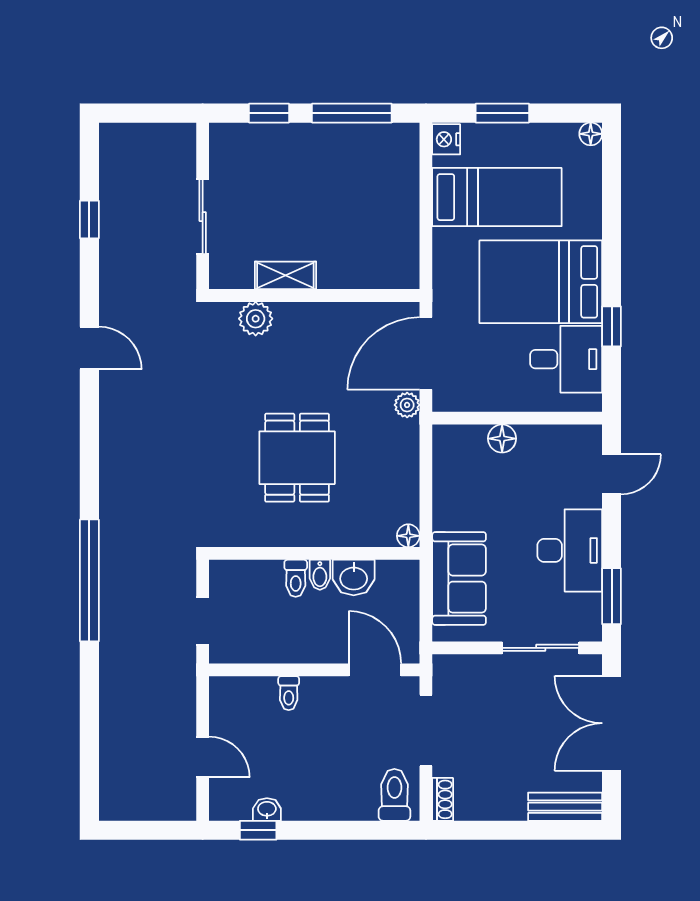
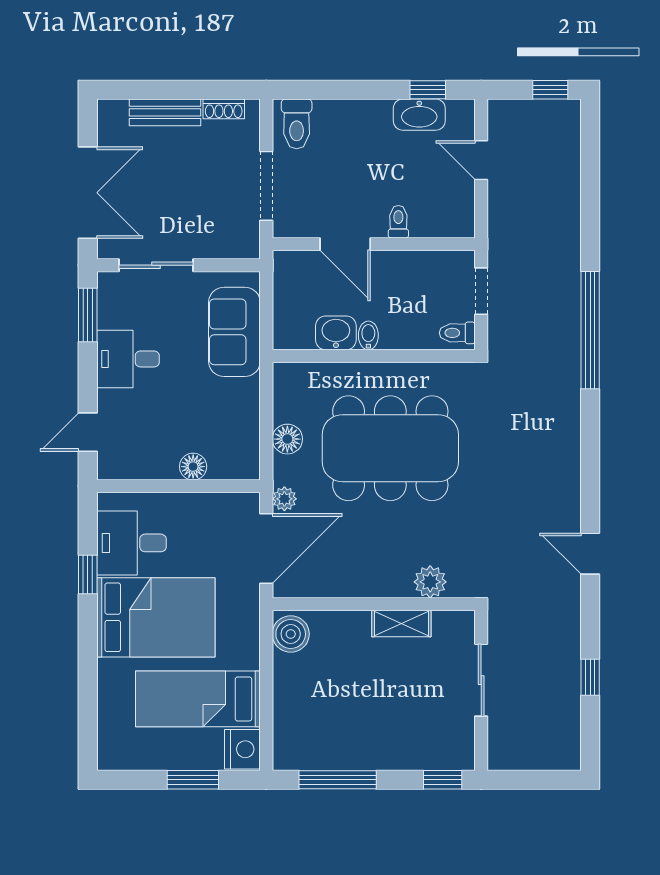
window: (269, 113) -> (443, 780), moved
floor lamp: (591, 134) -> (108, 760), removed
nightstand: (446, 139) -> (242, 749), width x1.36, depth x1.33
boiler: (401, 265) -> (291, 634), added
dining table: (297, 458) -> (390, 448), width x1.88, depth x1.24
floor lamp: (408, 536) -> (287, 439), moved, width x1.37, depth x1.37
desk: (570, 550) -> (128, 359), width x0.73
toilet: (296, 578) -> (457, 333), moved, turned -90
door: (375, 670) -> (345, 244), moved
shoe rack: (443, 799) -> (224, 109), moved, turned -90
bench: (565, 807) -> (165, 112), moved
washbasin: (267, 809) -> (419, 115), width x1.91, depth x1.45
window: (131, 830) -> (550, 90), added

